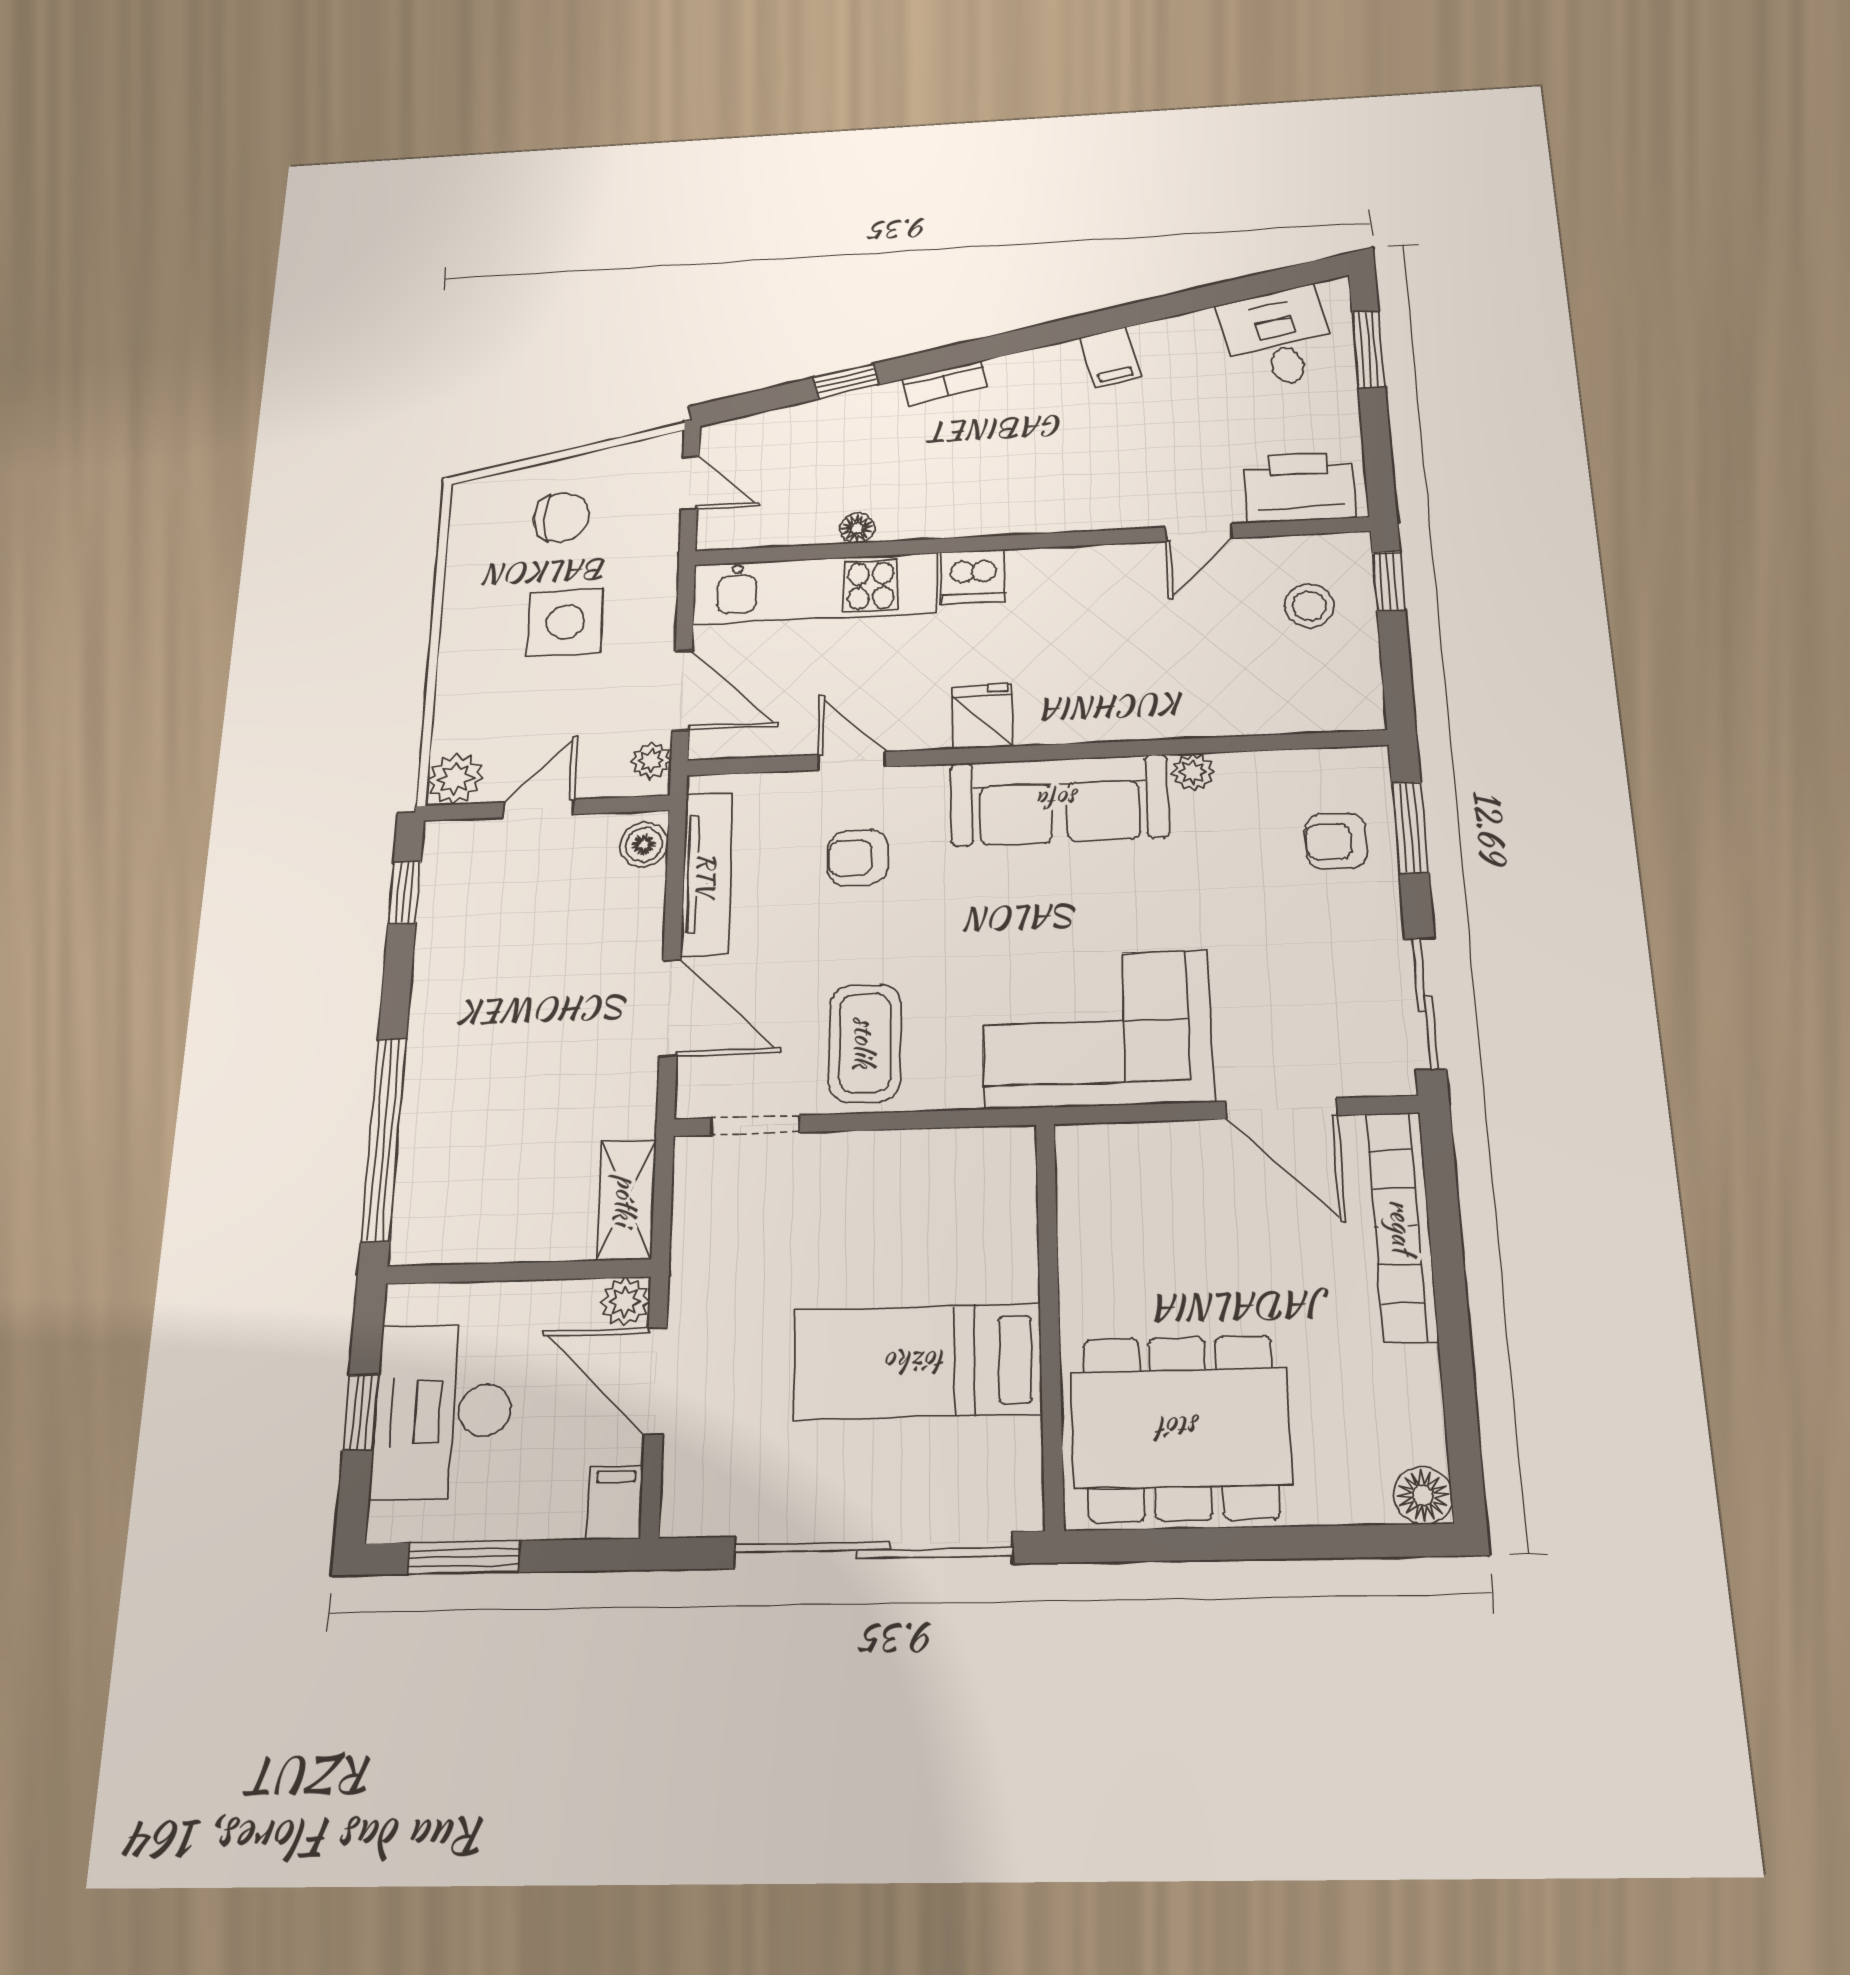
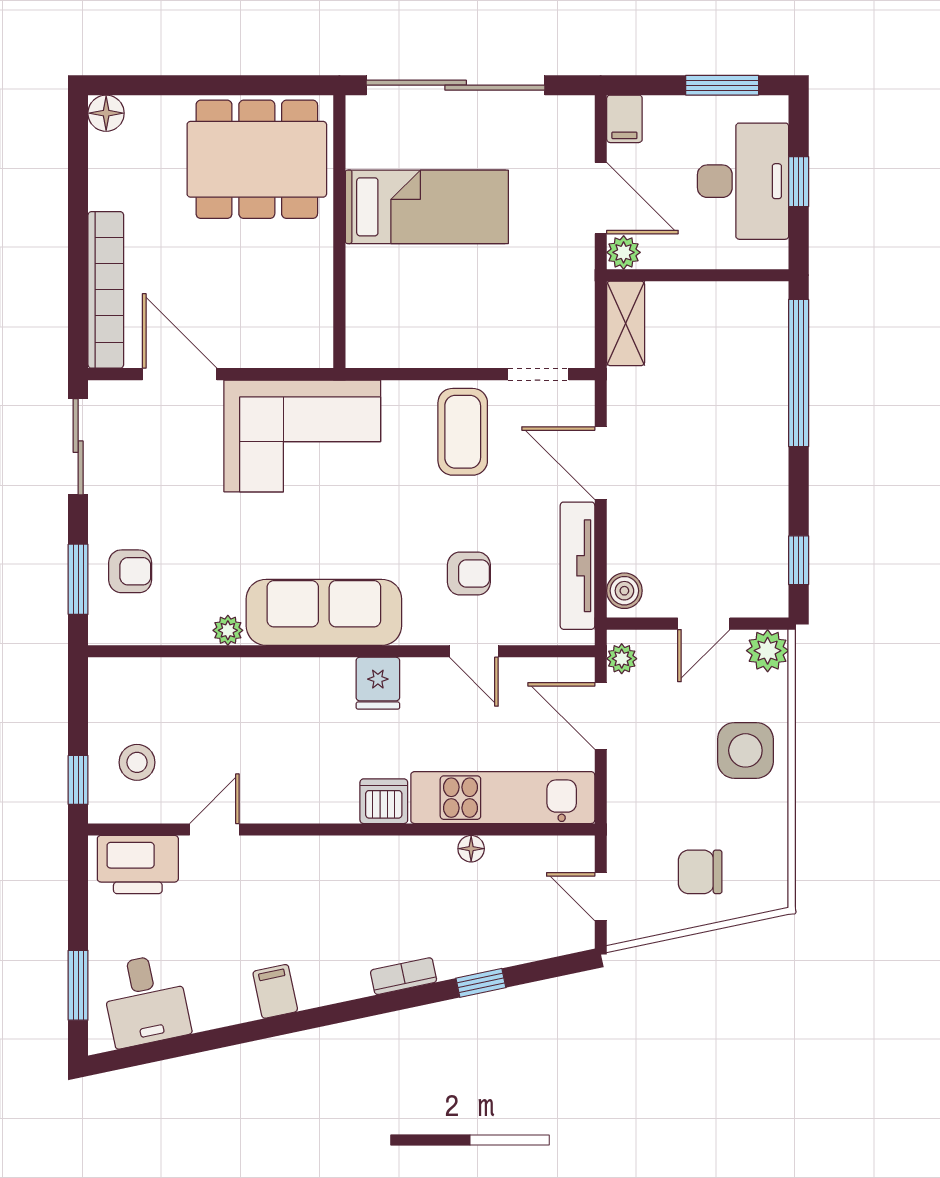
side table: (565, 622) -> (745, 750), moved

